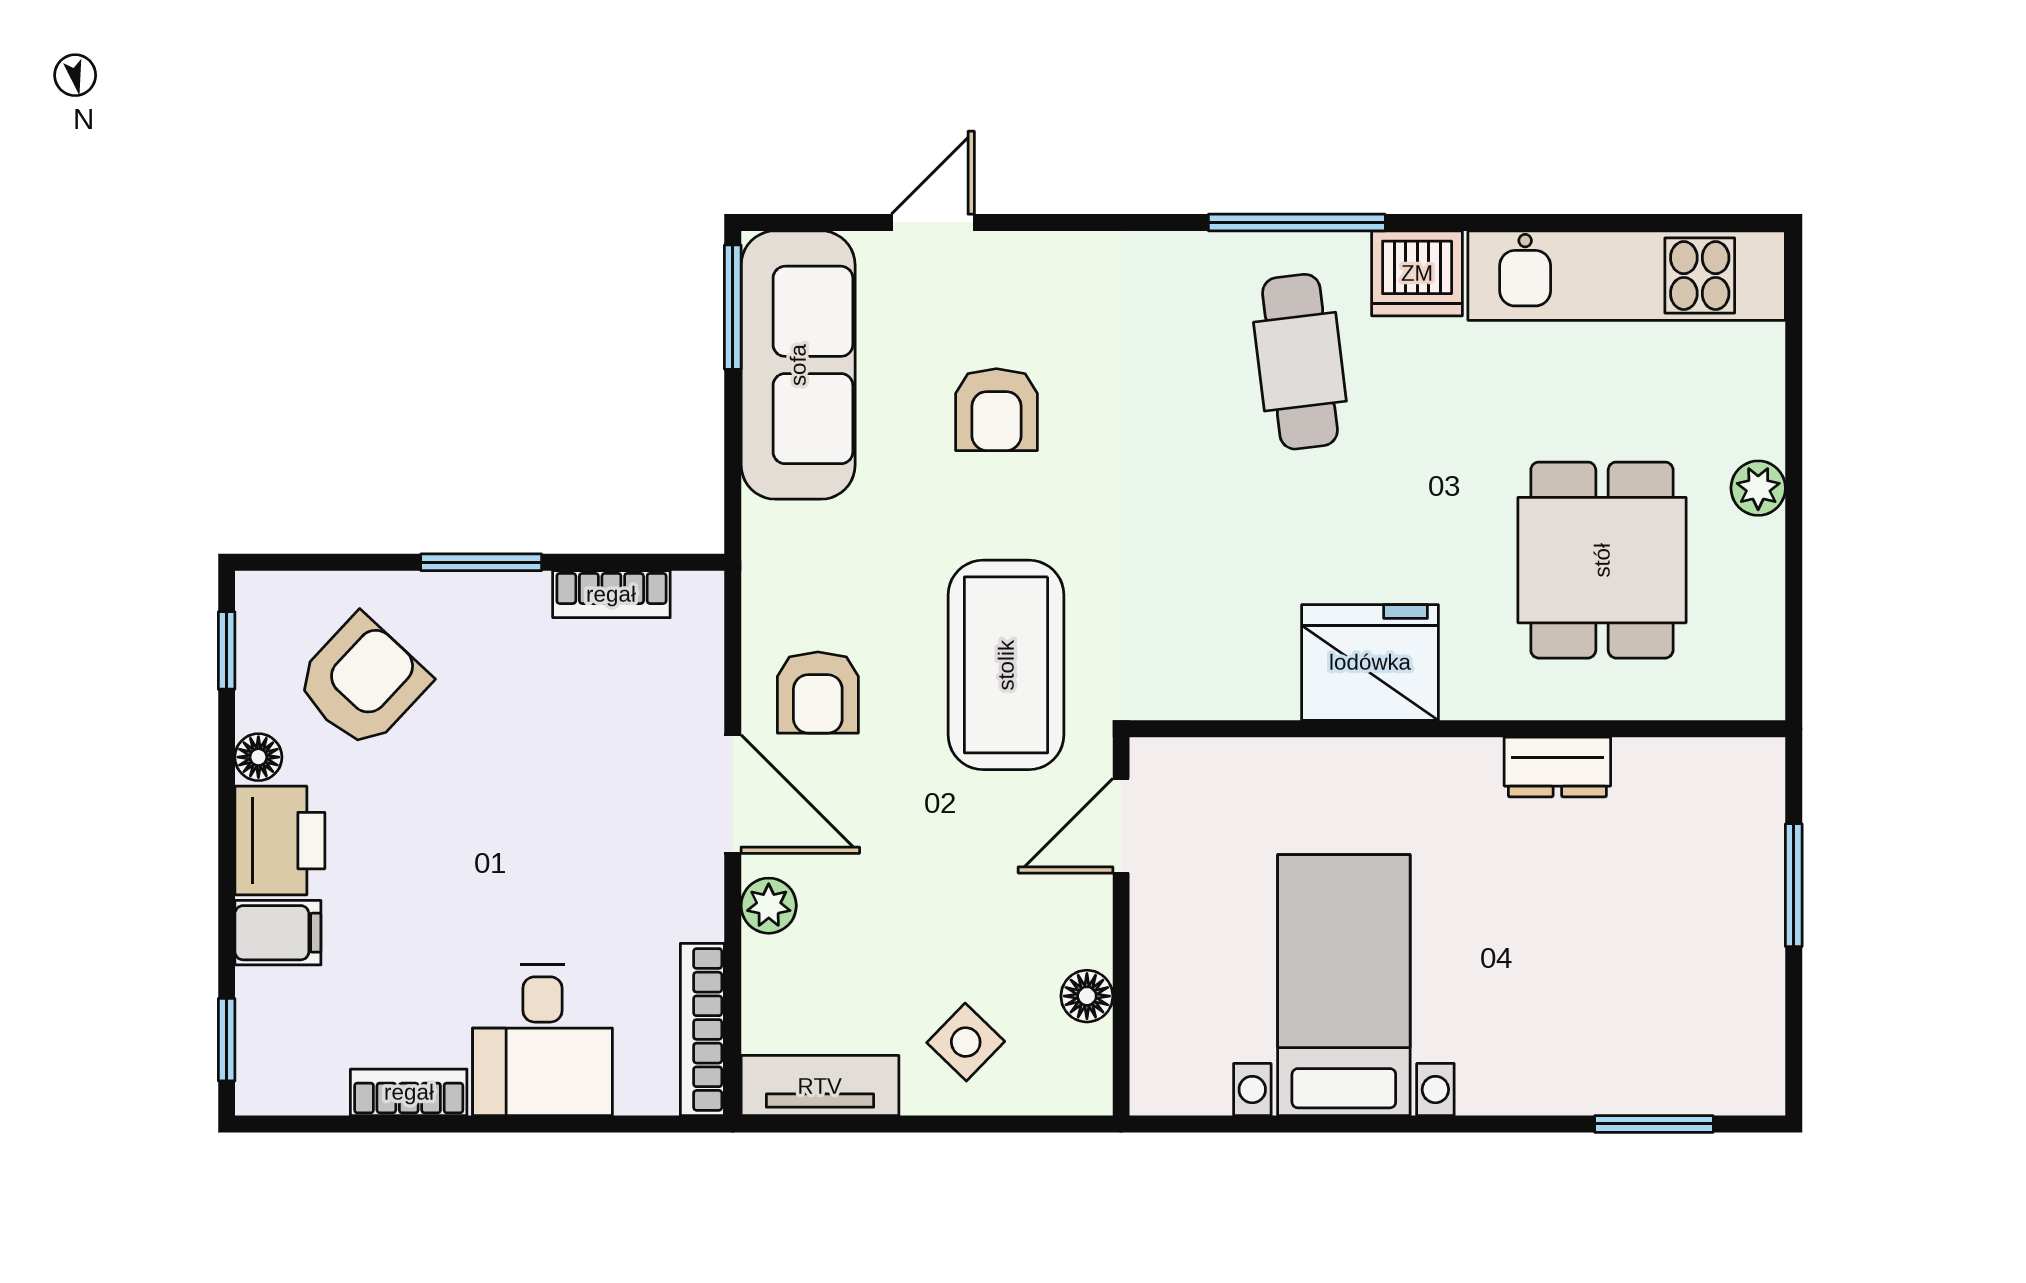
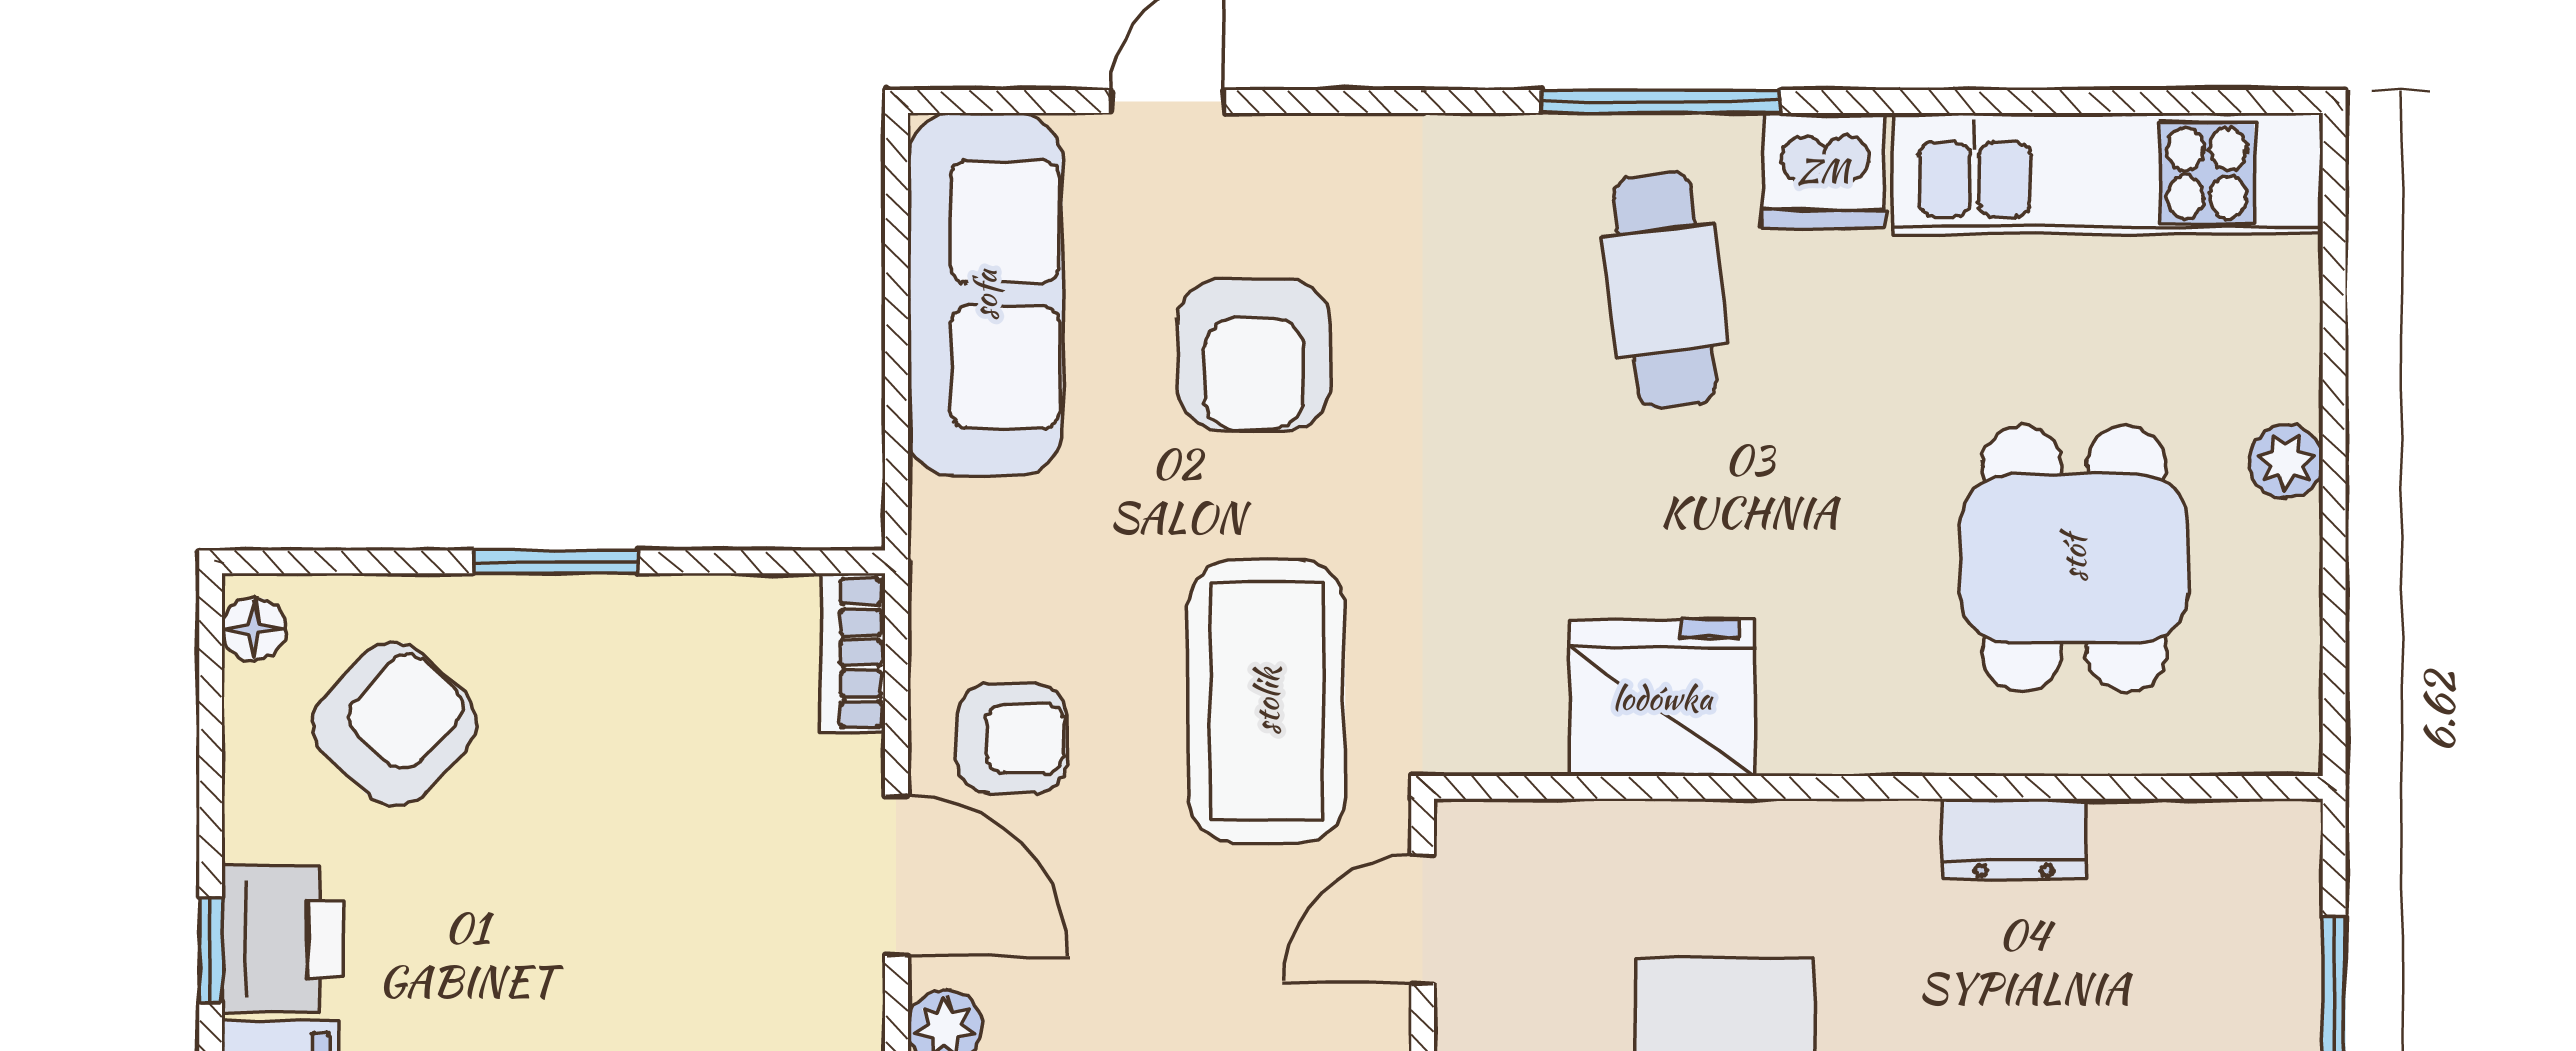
window: (733, 307) -> (896, 216), removed
armchair: (996, 410) -> (1254, 355), width x1.38, depth x1.38
bookcase: (611, 594) -> (853, 653), moved, turned 90
window: (227, 650) -> (211, 951), moved
fridge: (1370, 662) -> (1662, 698), moved
armchair: (818, 693) -> (1012, 738), turned -90
floor lamp: (258, 757) -> (254, 629), moved

